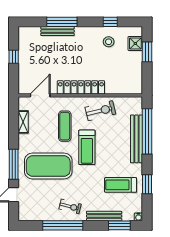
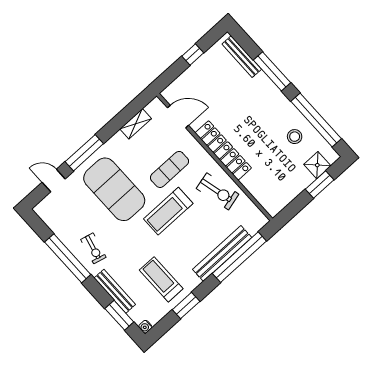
window: (110, 22) -> (316, 120), width x3.17
bench: (57, 31) -> (242, 57), moved

